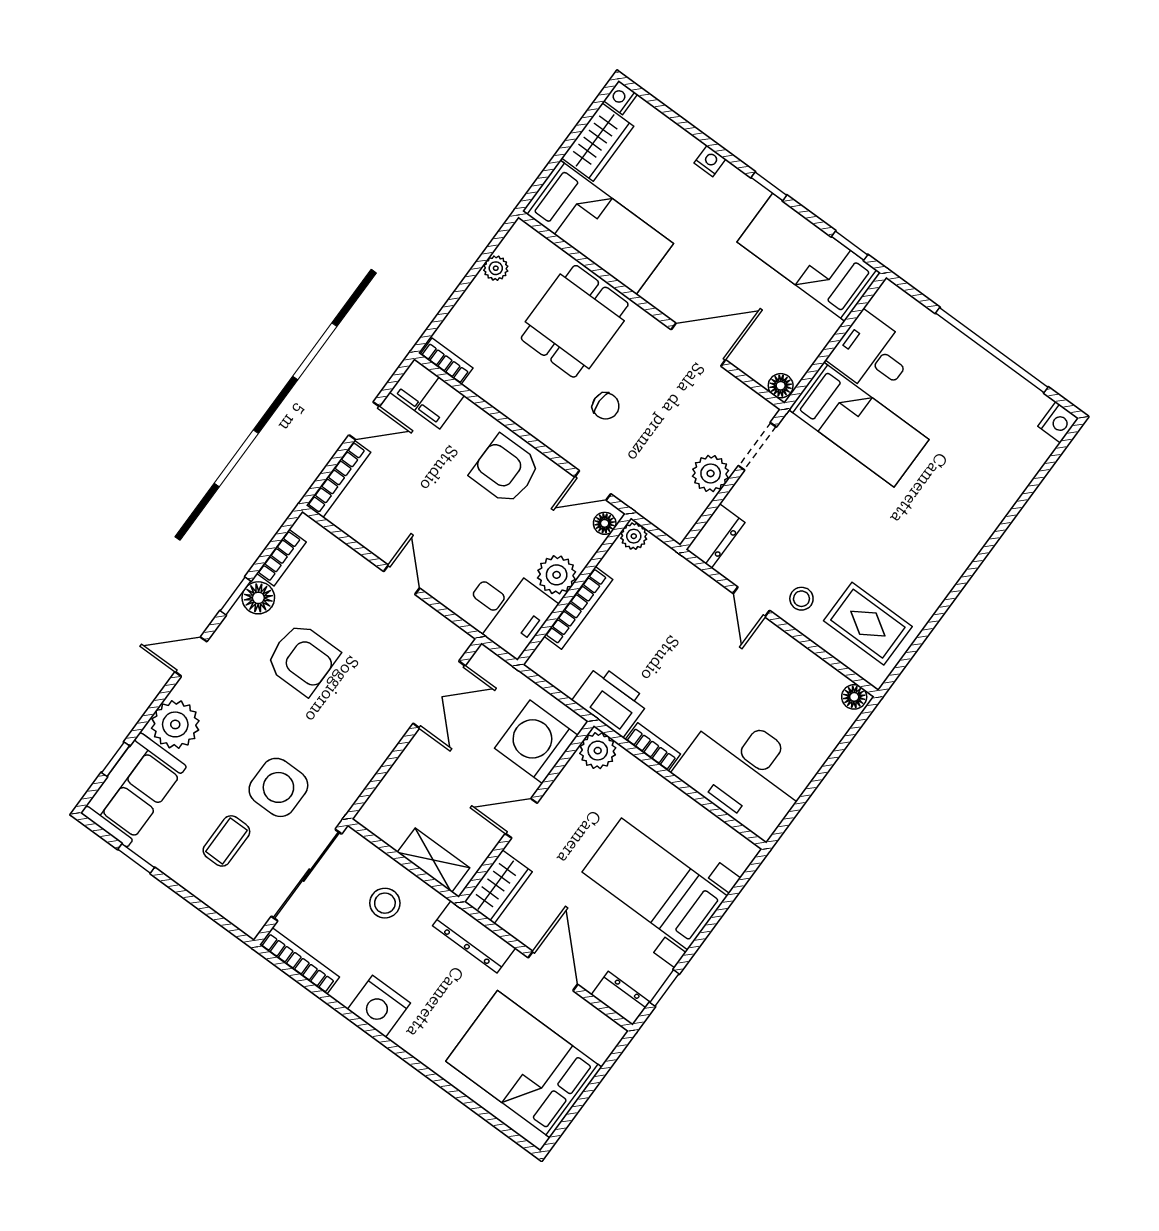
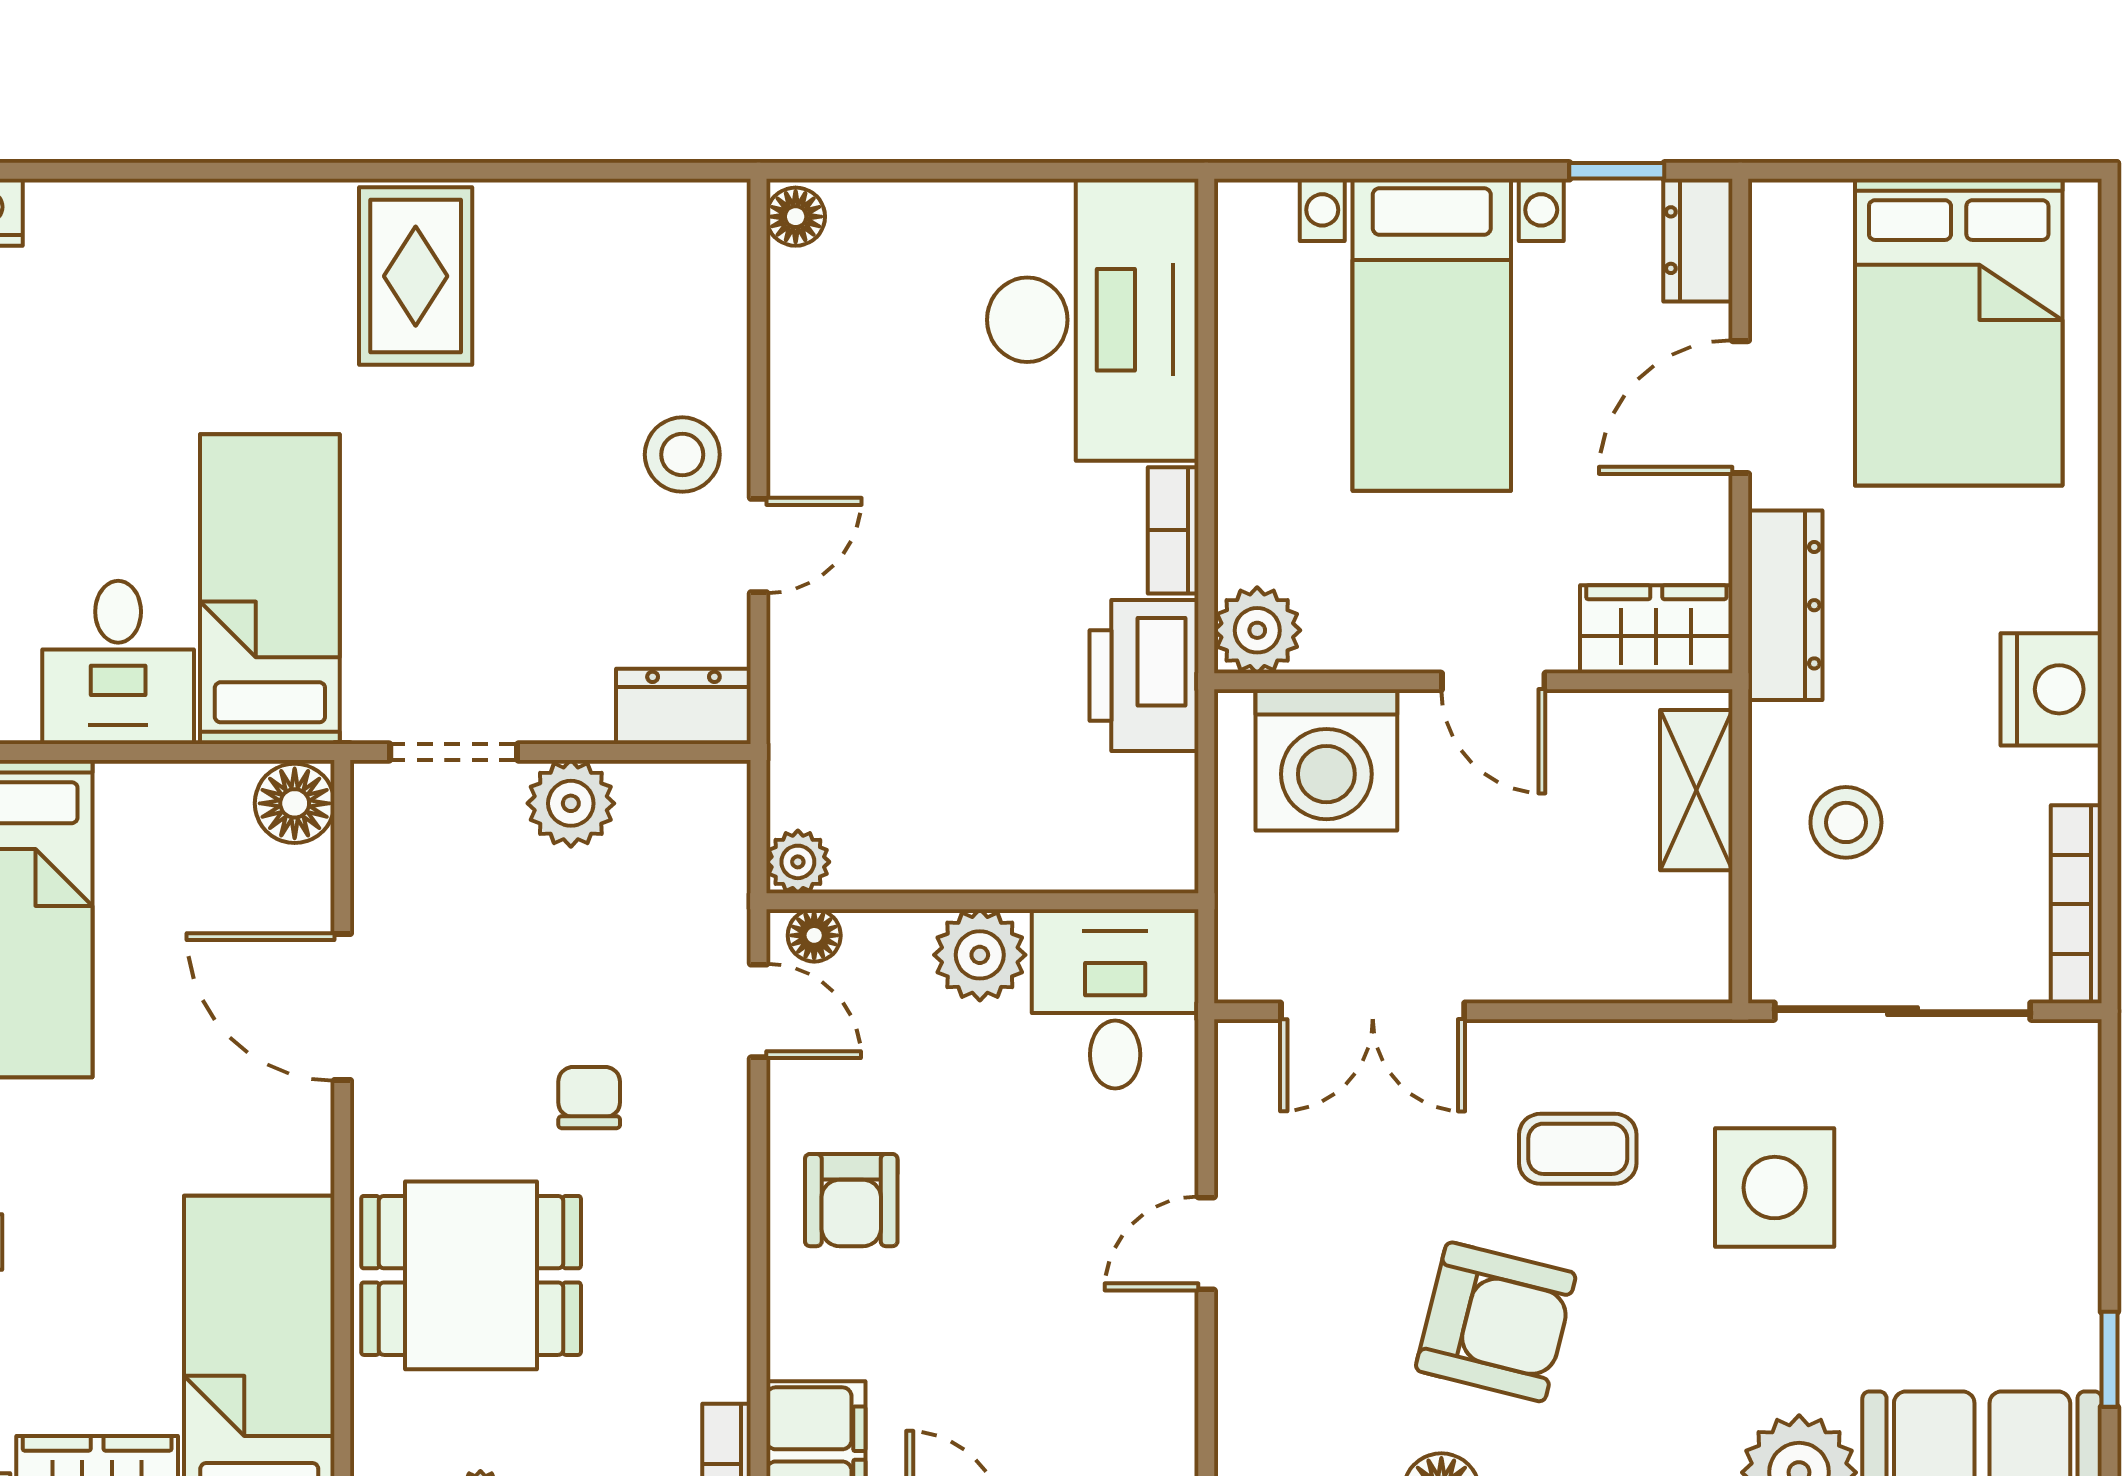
floor lamp: (781, 386) -> (295, 803), width x1.37, depth x1.37
armchair: (505, 470) -> (851, 1200), width x0.72, depth x0.72
stool: (801, 599) -> (682, 455), width x1.37, depth x1.37
bookcase: (578, 608) -> (1012, 867), removed
rug: (868, 624) -> (416, 276), moved
armchair: (302, 659) -> (1496, 1322), turned 104
double door: (439, 695) -> (1373, 1011), swing flipped
coffee table: (226, 841) -> (1578, 1149), moved

